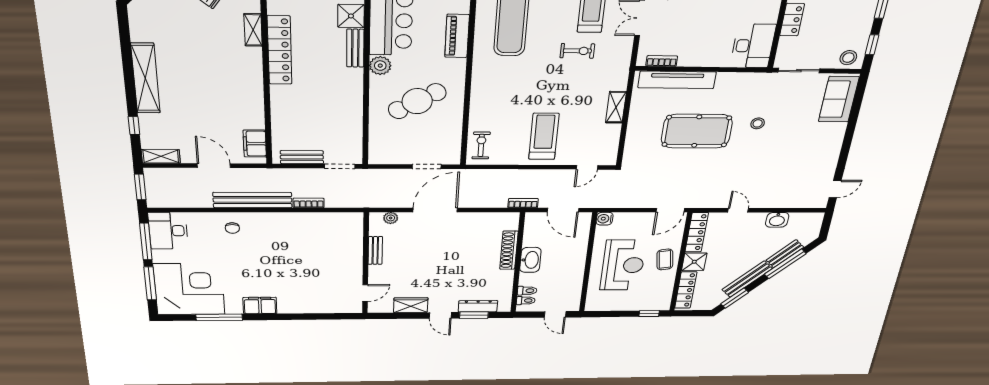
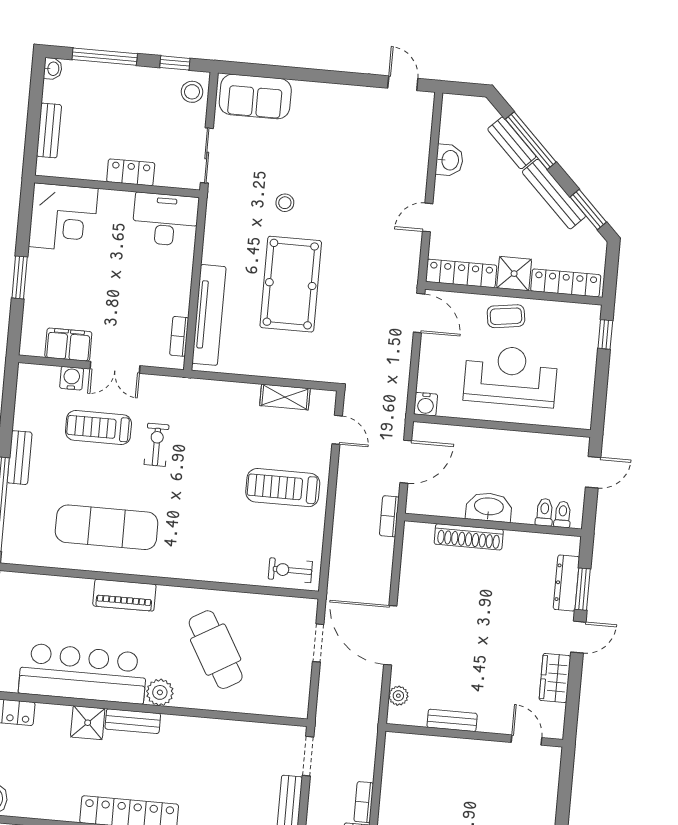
shelving: (616, 107) -> (285, 397), moved

